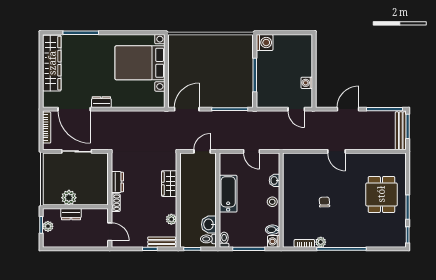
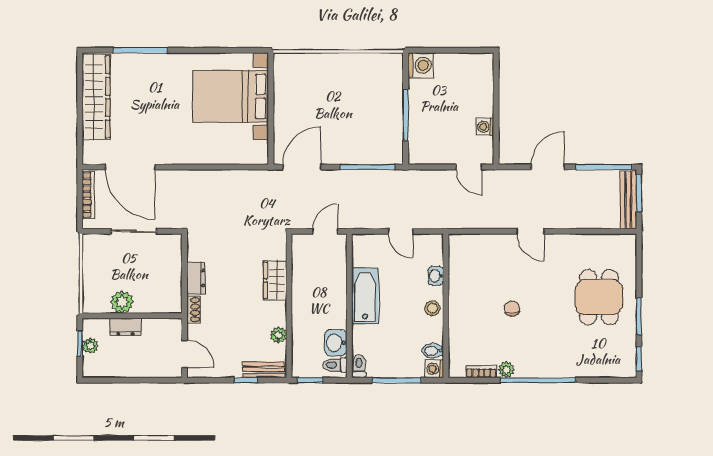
dresser: (101, 102) -> (172, 156), removed

